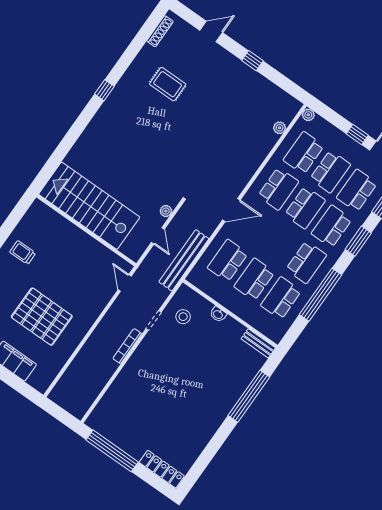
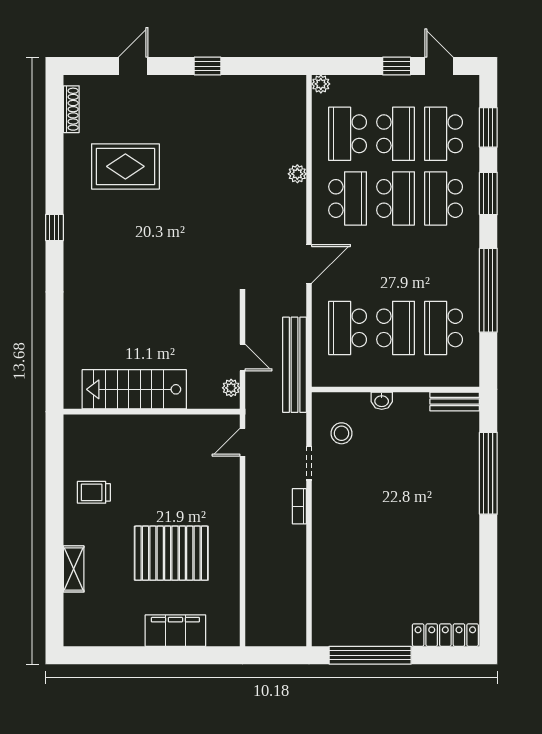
rug: (168, 84) -> (125, 166), width x1.36, depth x1.43
plant: (280, 128) -> (297, 174), moved
stairs: (89, 206) -> (134, 389), width x0.73, depth x0.66
plant: (166, 211) -> (231, 388), moved
school desk: (306, 262) -> (444, 263), removed
school desk: (254, 279) -> (396, 328), turned 180
door: (125, 283) -> (242, 442), hinge flipped
bookcase: (127, 346) -> (299, 506), width x0.64

